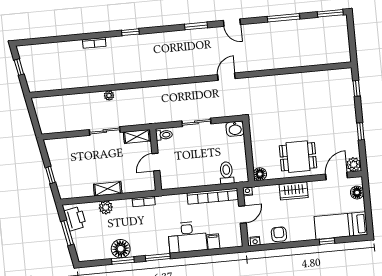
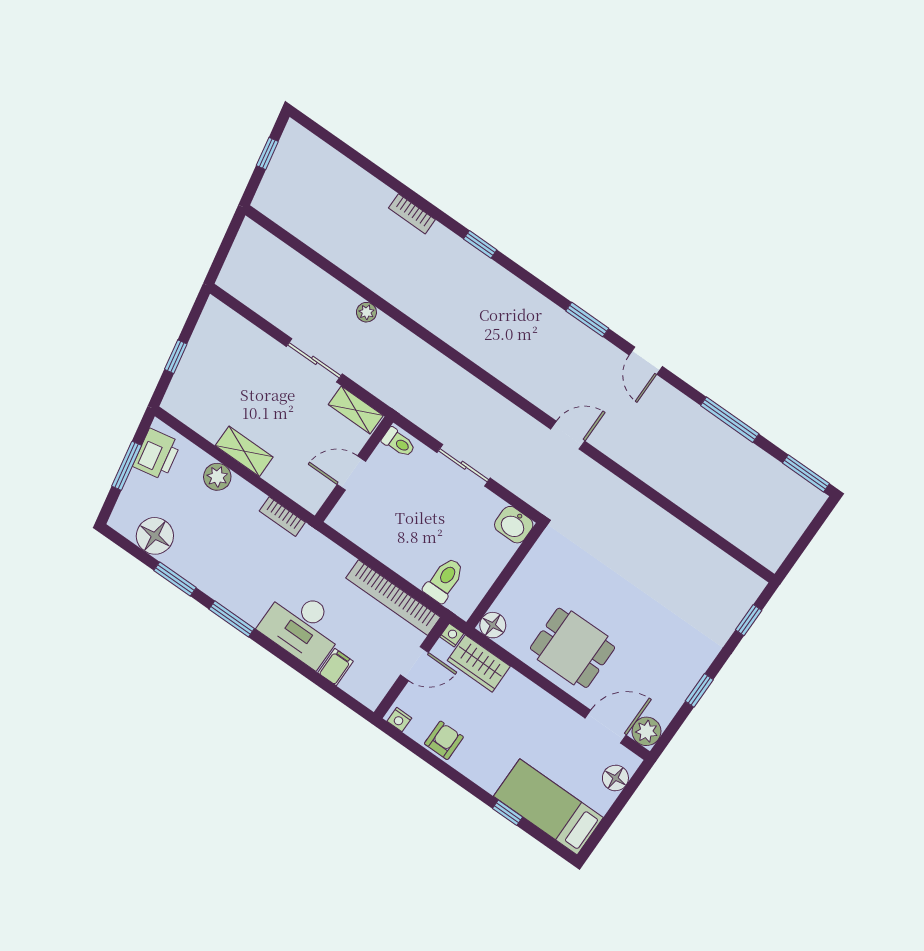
wardrobe: (294, 191) -> (479, 663), moved
floor lamp: (121, 249) -> (155, 536), moved

